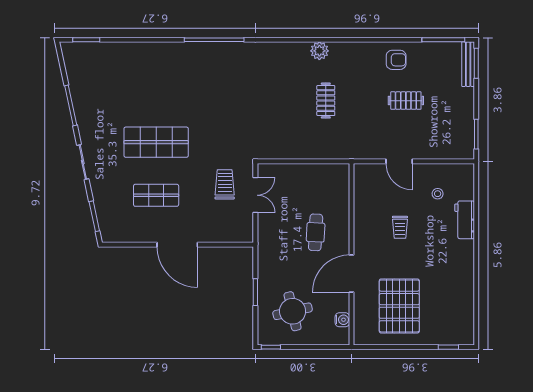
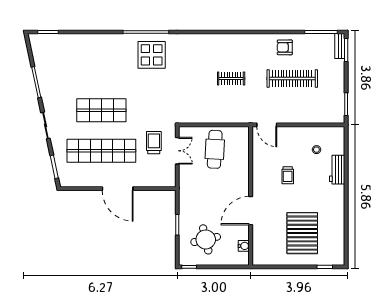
plant: (319, 51) -> (226, 40), removed
armchair: (396, 60) -> (285, 47), turned 180
bench: (468, 64) -> (340, 46), width x0.73
display table: (222, 70) -> (152, 55), added
clothes rail: (326, 101) -> (231, 78), turned 90
clothes rail: (406, 101) -> (292, 78), width x1.86, depth x1.31
door: (399, 161) -> (267, 125), moved
shop shelf: (156, 195) -> (101, 151), width x2.00, depth x1.36
cafe table: (316, 232) -> (215, 149), moved, width x1.37, depth x1.35
pallet: (399, 306) -> (302, 233), moved

